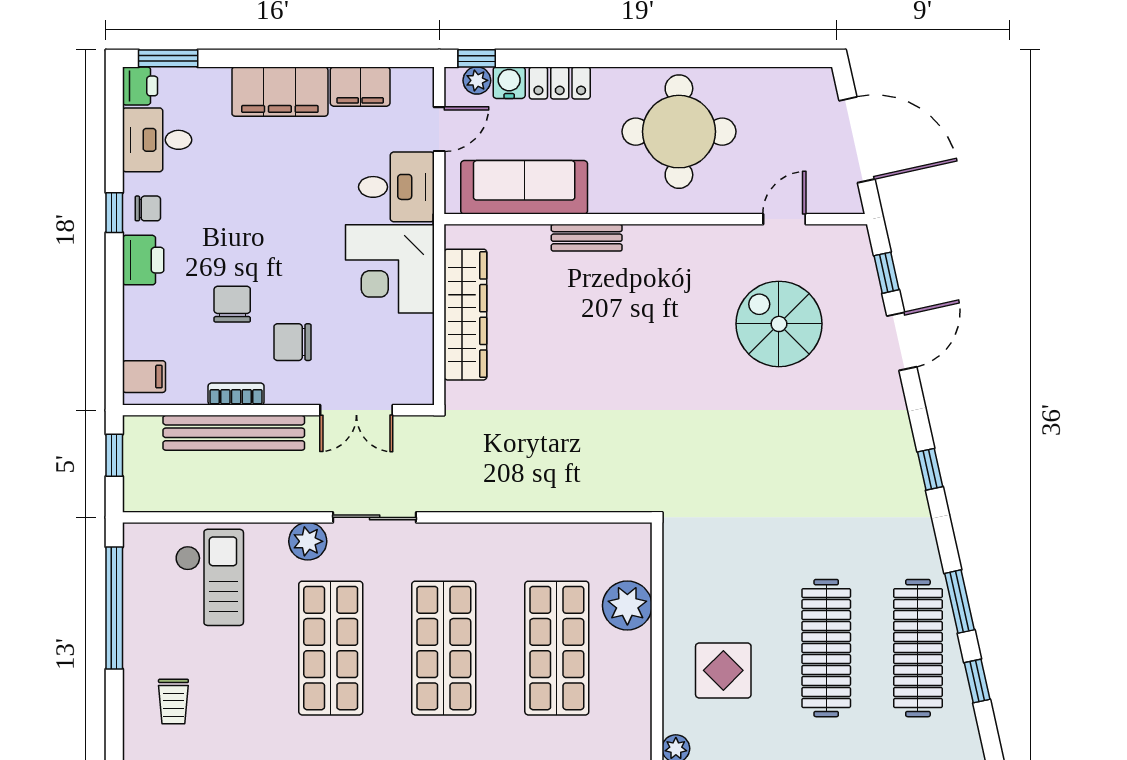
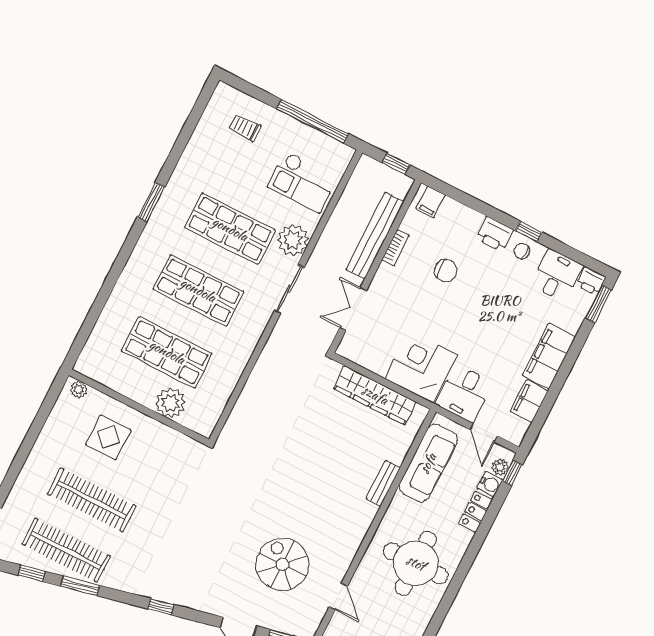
chair: (148, 208) -> (522, 251), turned 90
spiral stairs: (779, 324) -> (282, 564), turned -90
chair: (293, 342) -> (408, 293), removed
plant: (308, 541) -> (293, 240), width x1.36, depth x1.36

